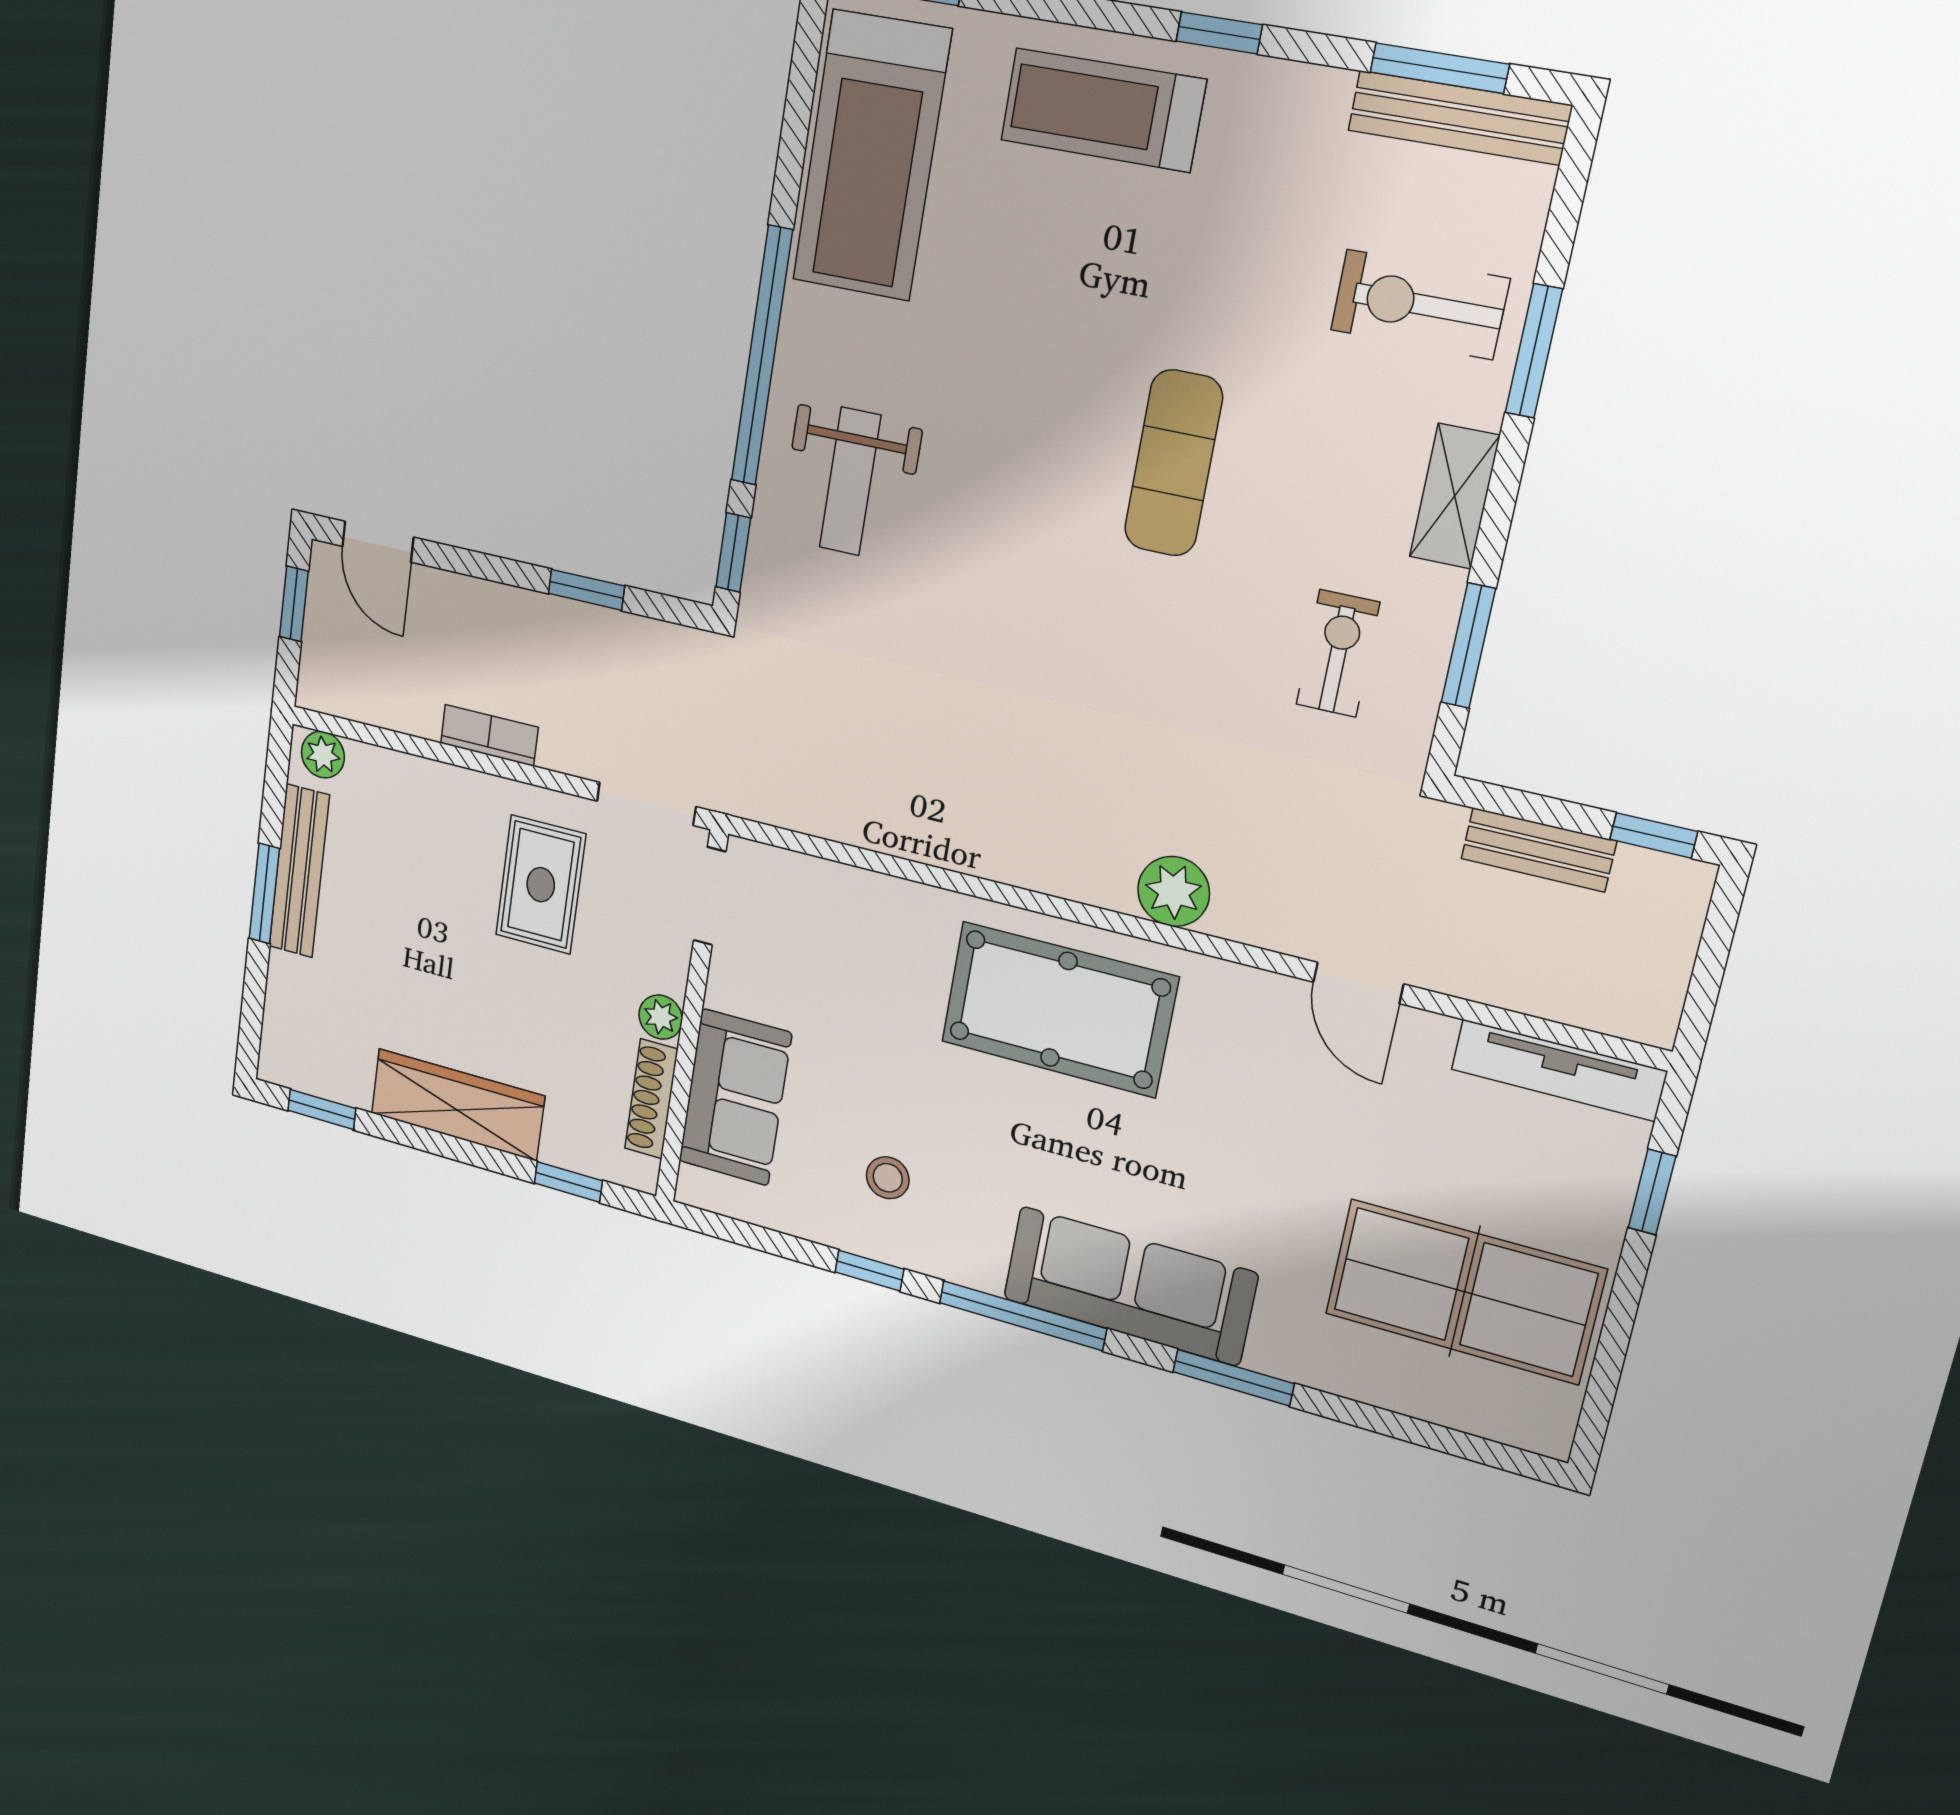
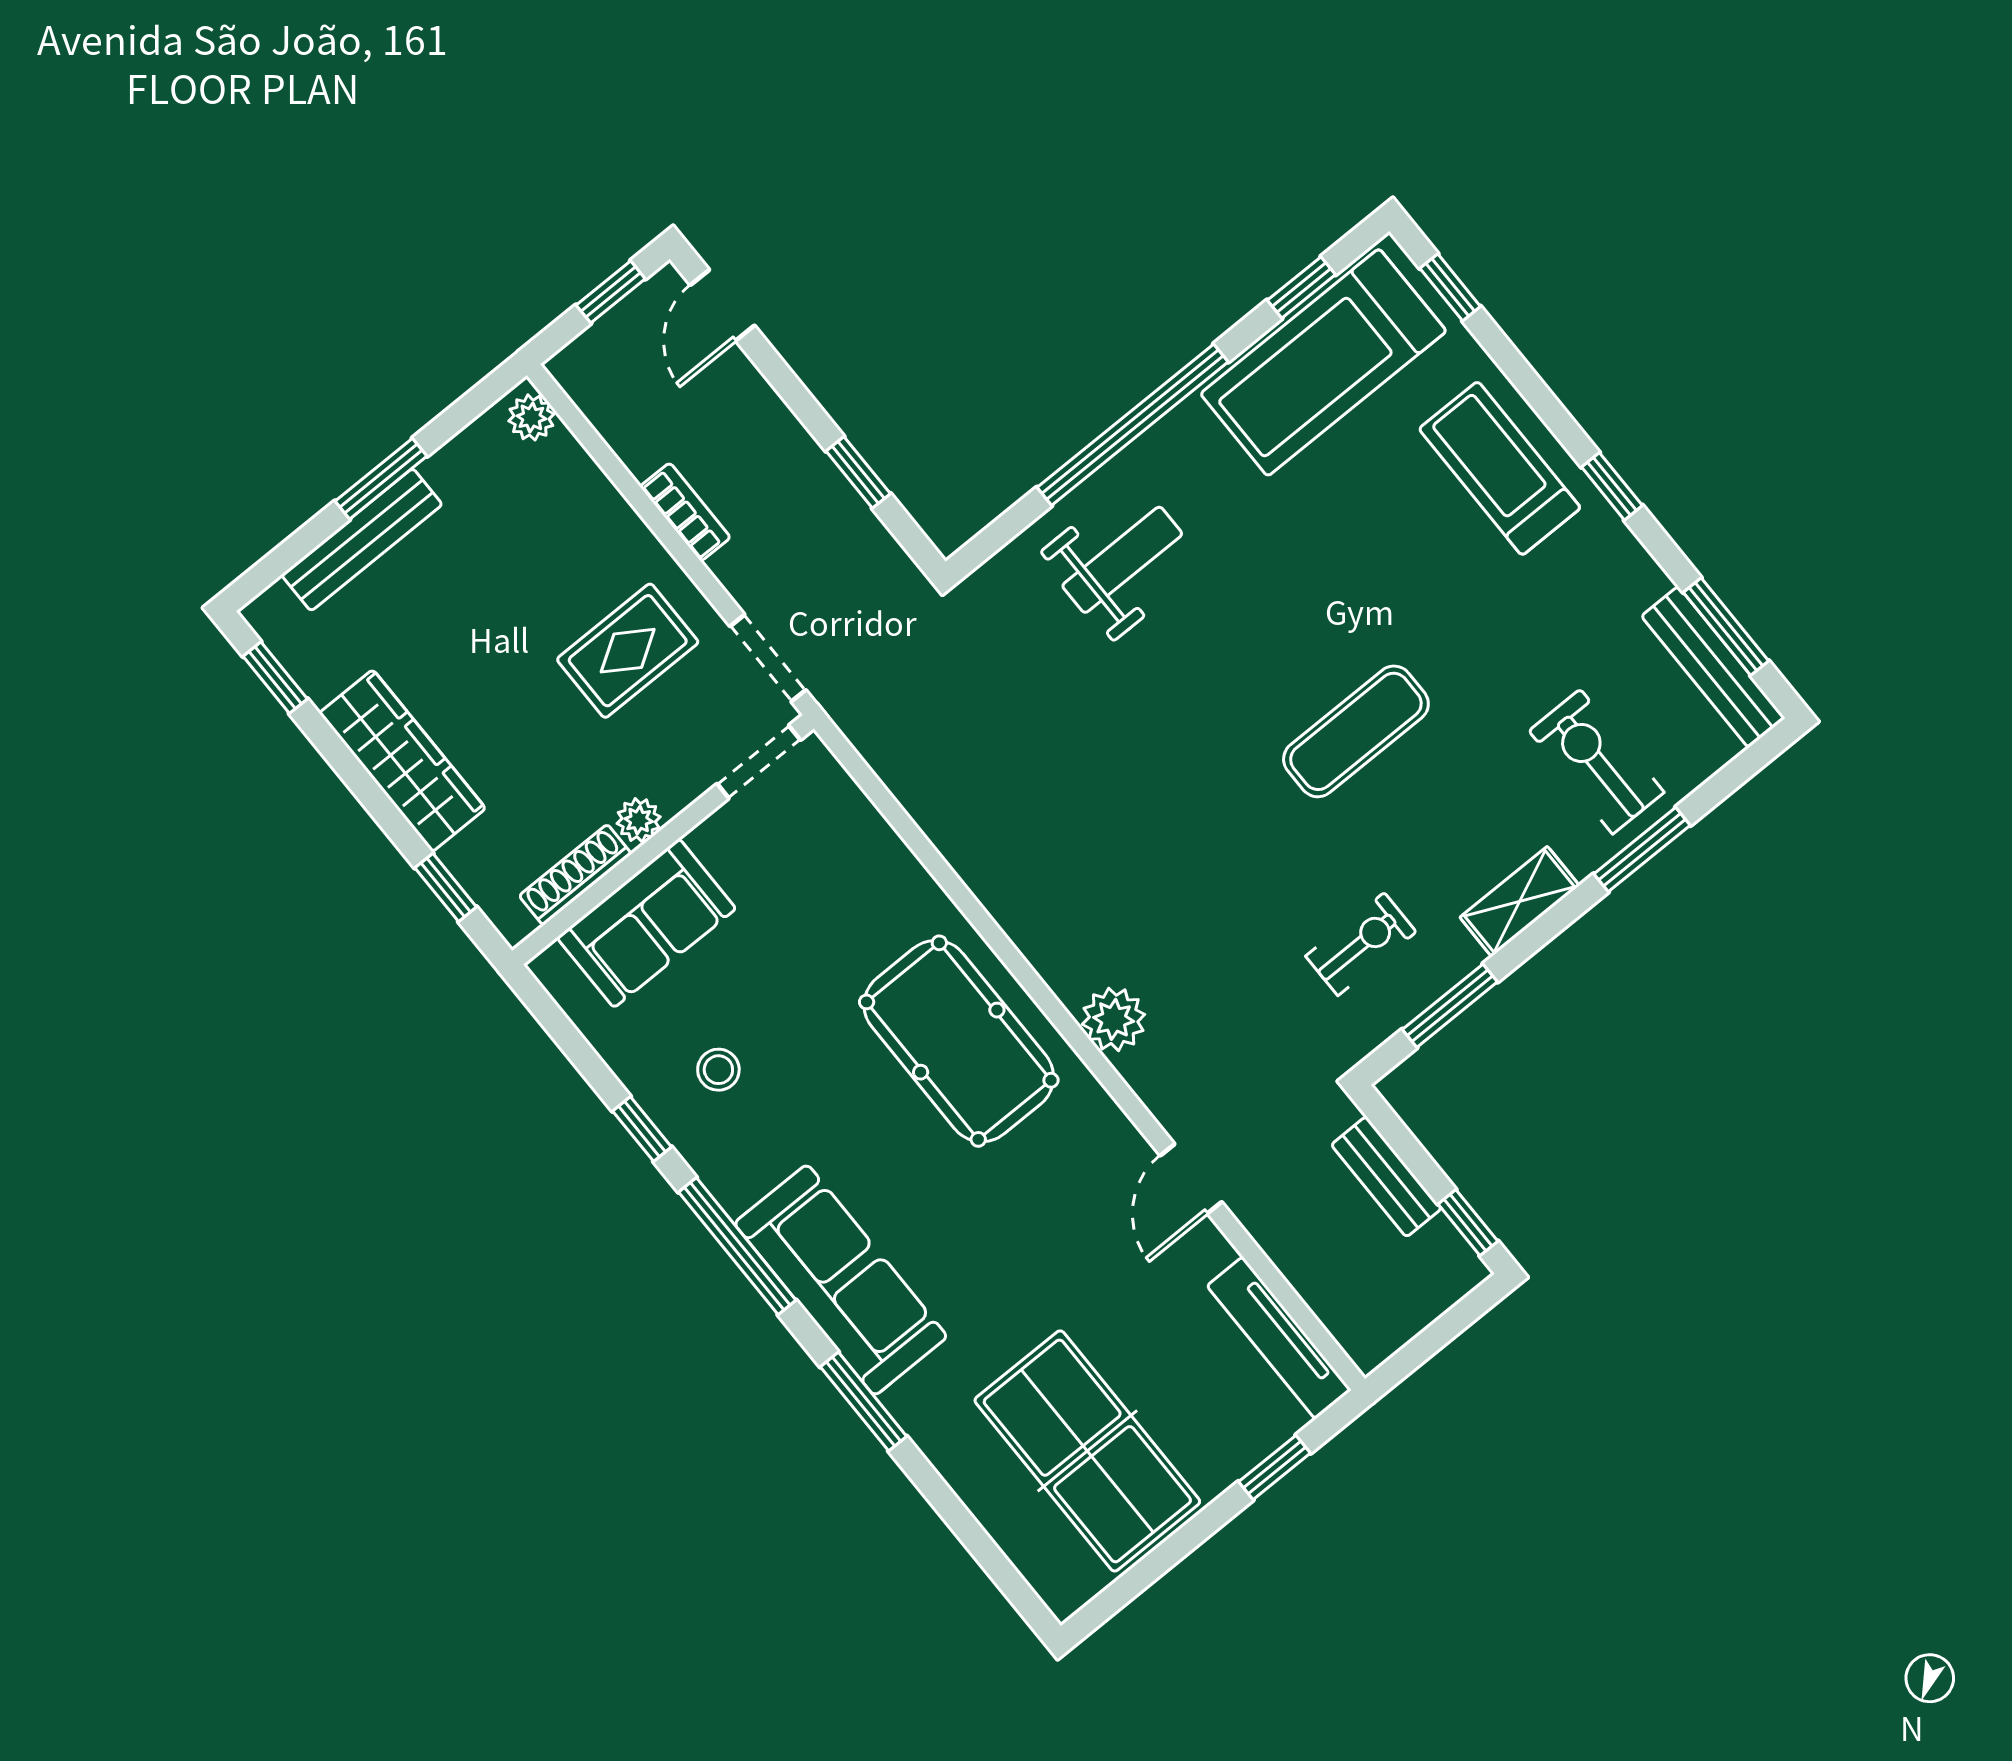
weight bench: (850, 482) -> (1122, 560), turned 180
window: (733, 552) -> (1301, 287), moved
bench: (299, 871) -> (362, 540), moved

